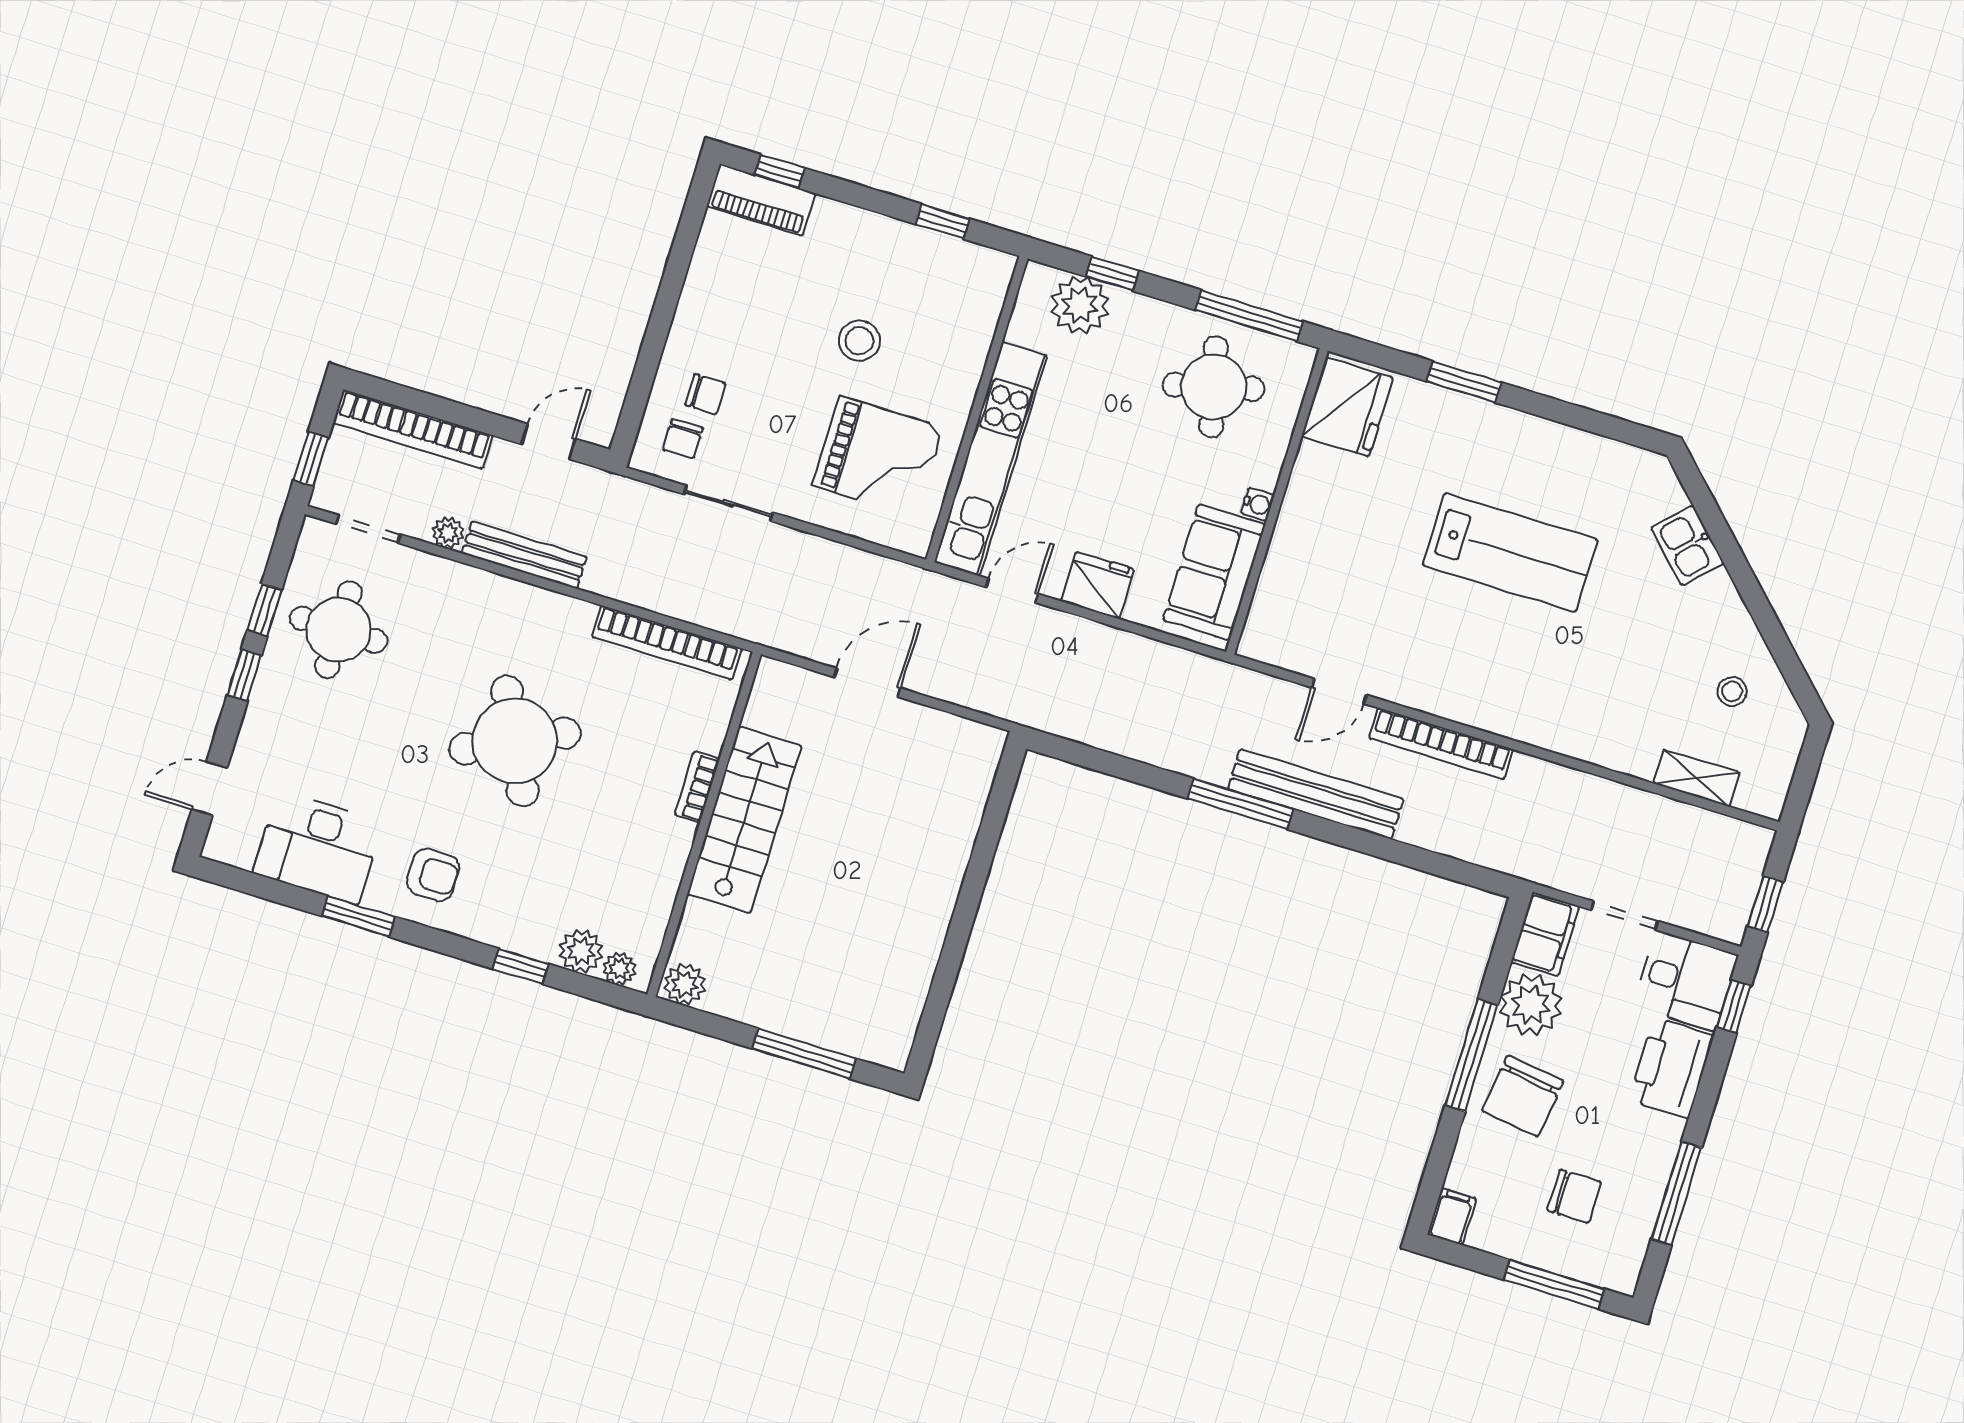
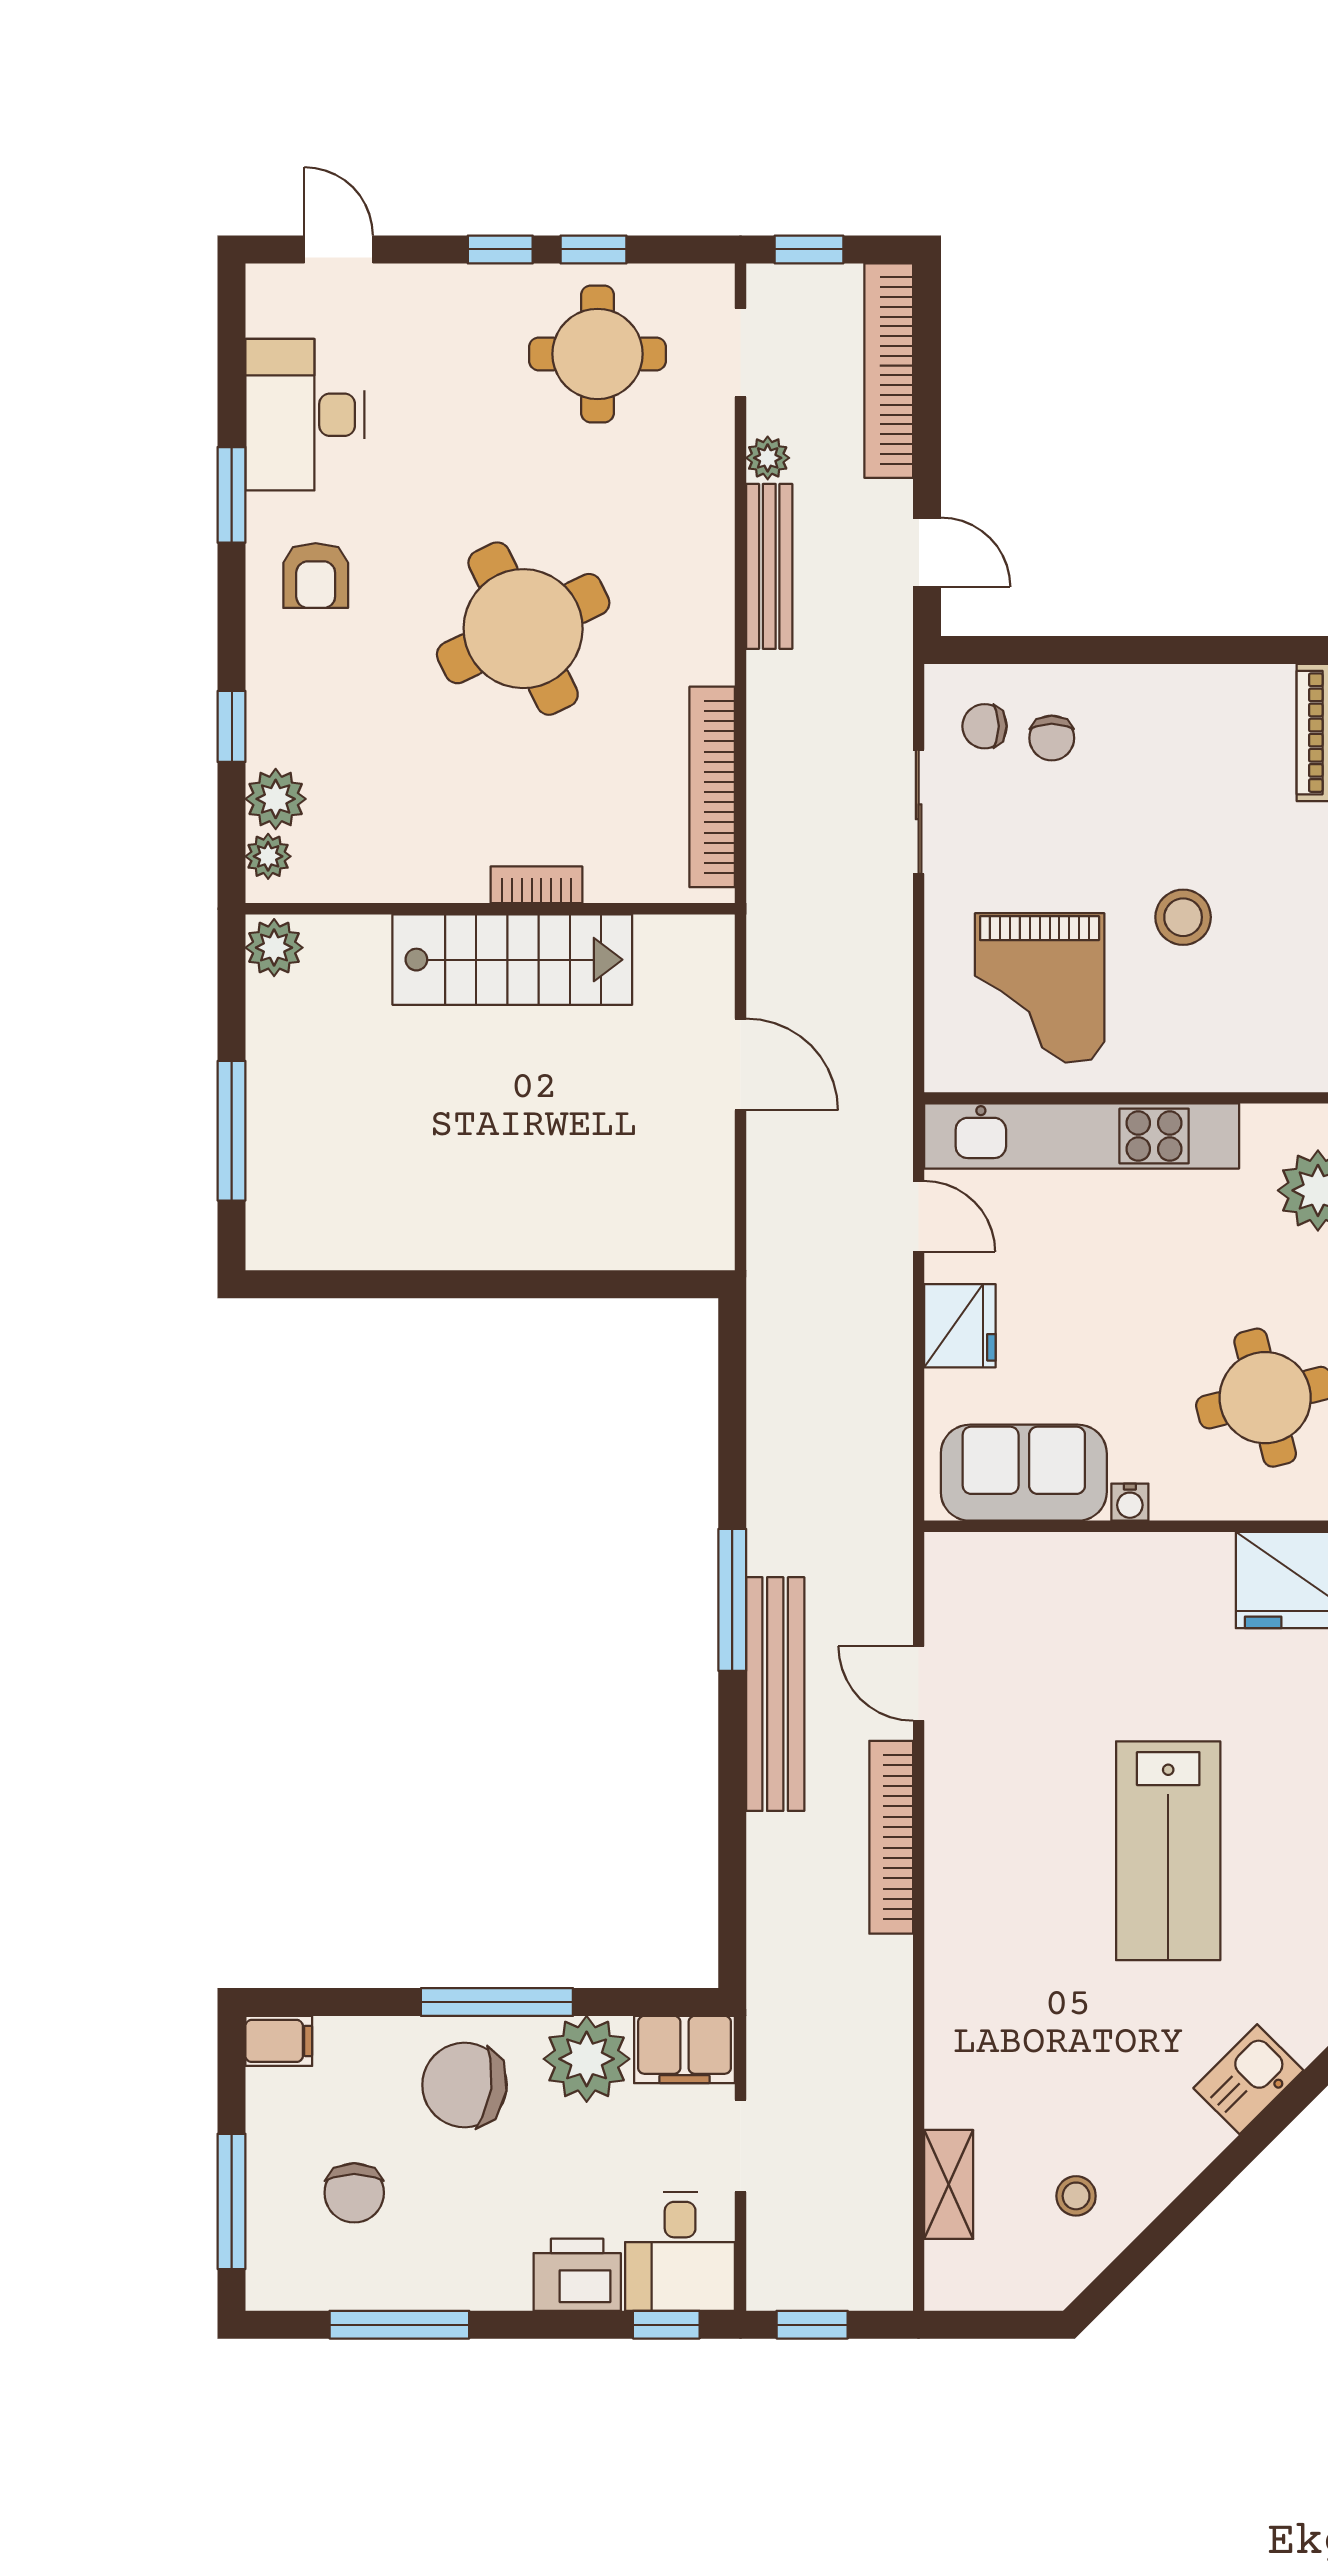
printer: (1671, 1068) -> (577, 2275), width x0.73, depth x0.84

